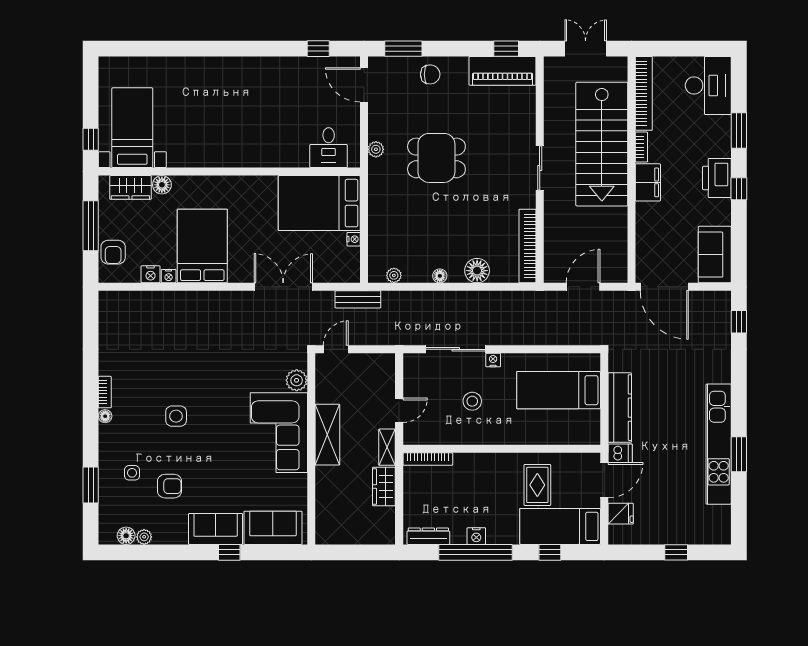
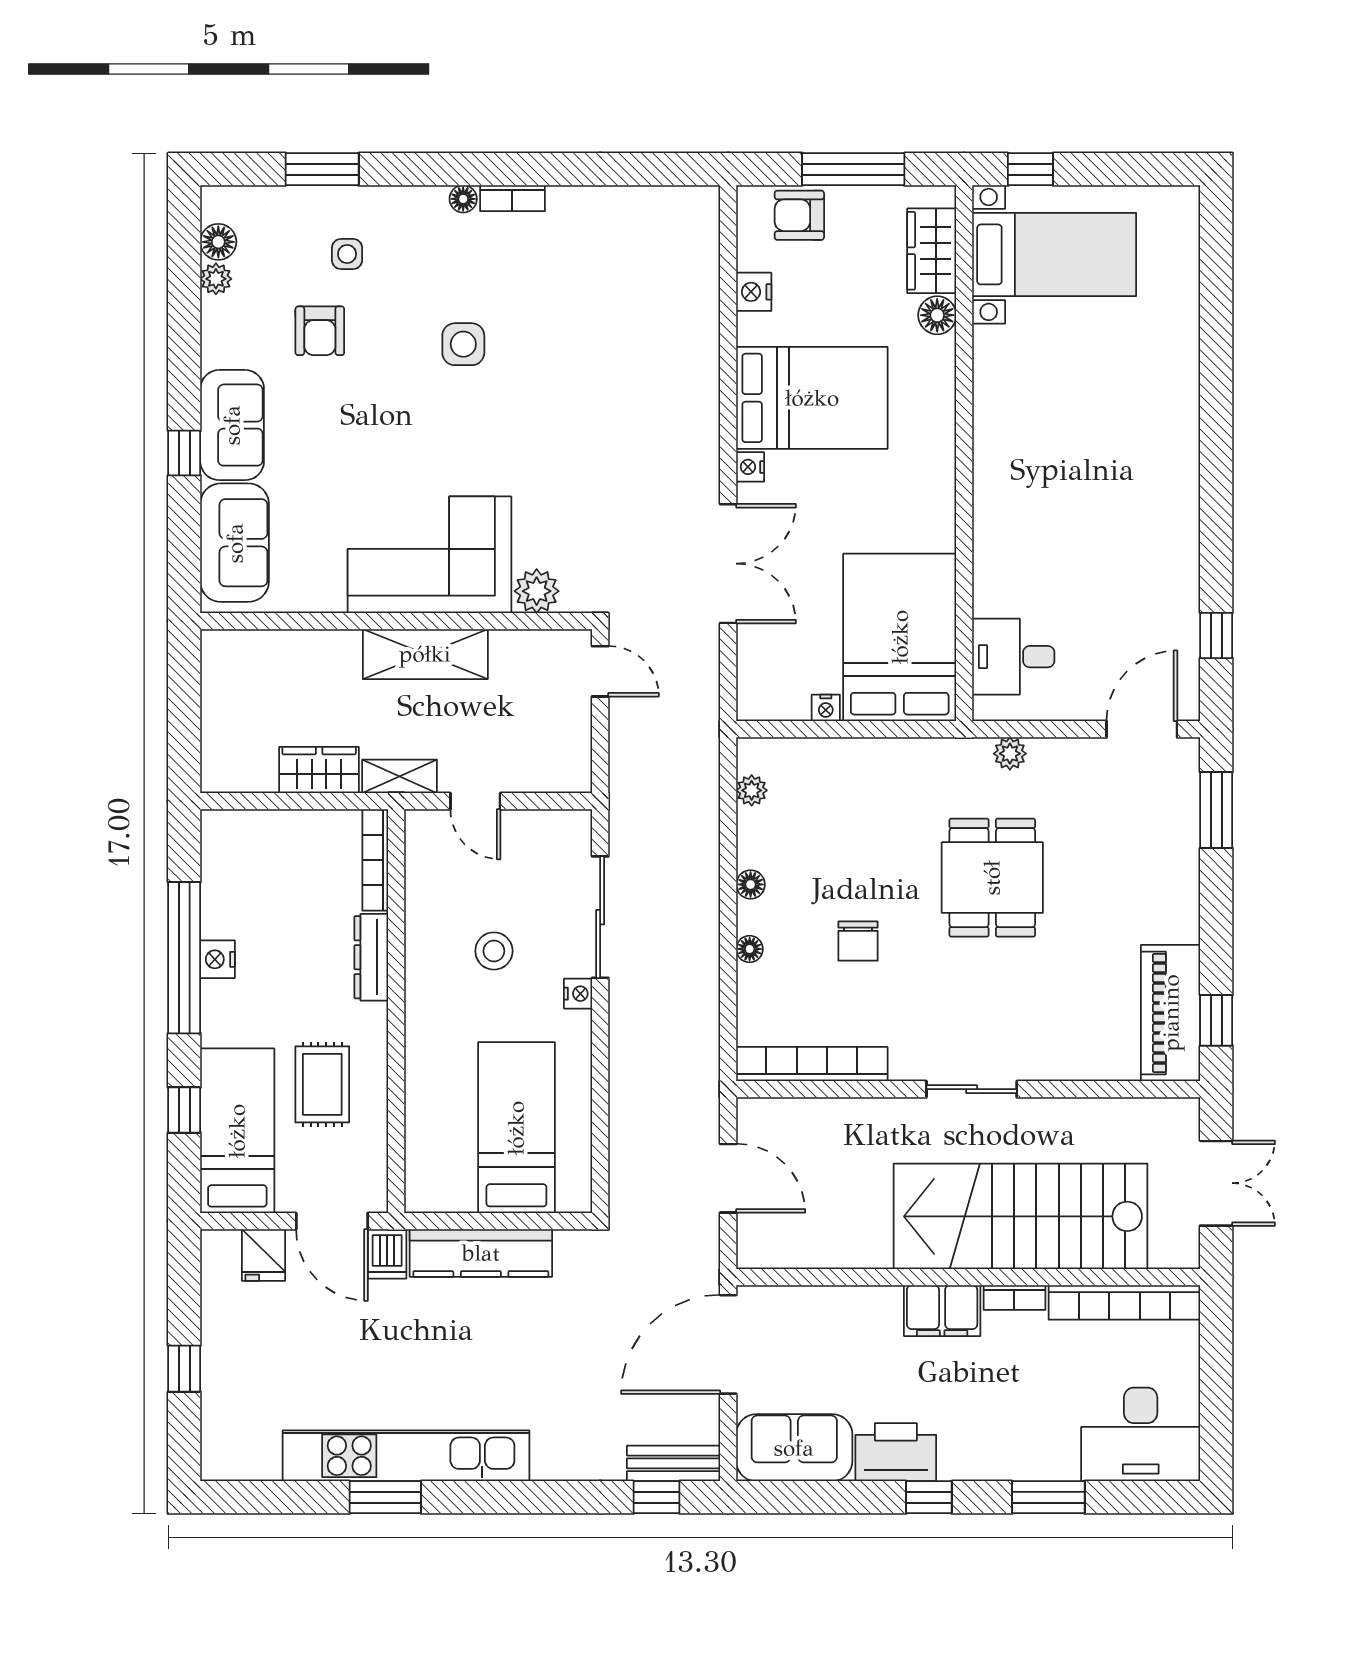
chair: (430, 74) -> (858, 941), moved
printer: (717, 178) -> (896, 1452), moved
floor lamp: (477, 271) -> (750, 949), width x0.53, depth x0.53
nightstand: (169, 276) -> (750, 467), moved
bench: (358, 299) -> (674, 1463), moved, turned 90
rug: (537, 485) -> (322, 1084), turned 90
dresser: (428, 536) -> (371, 957), moved, turned 180

